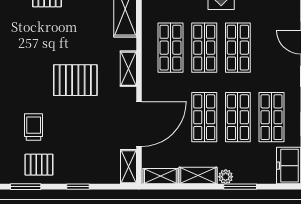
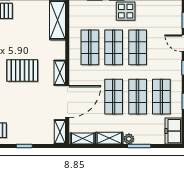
shelving: (128, 69) -> (60, 73), moved

